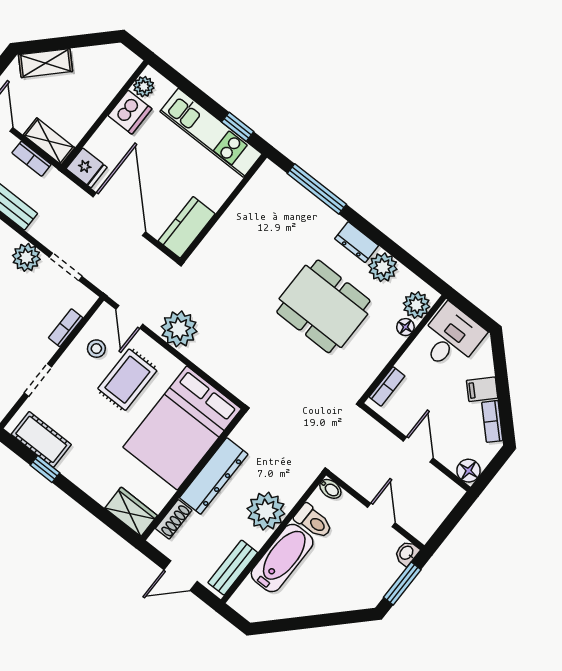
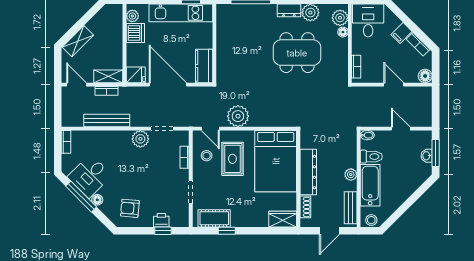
plant: (266, 511) -> (351, 175), width x0.53, depth x0.53
washbasin: (407, 553) -> (427, 156), moved
stool: (247, 605) -> (371, 220), added

